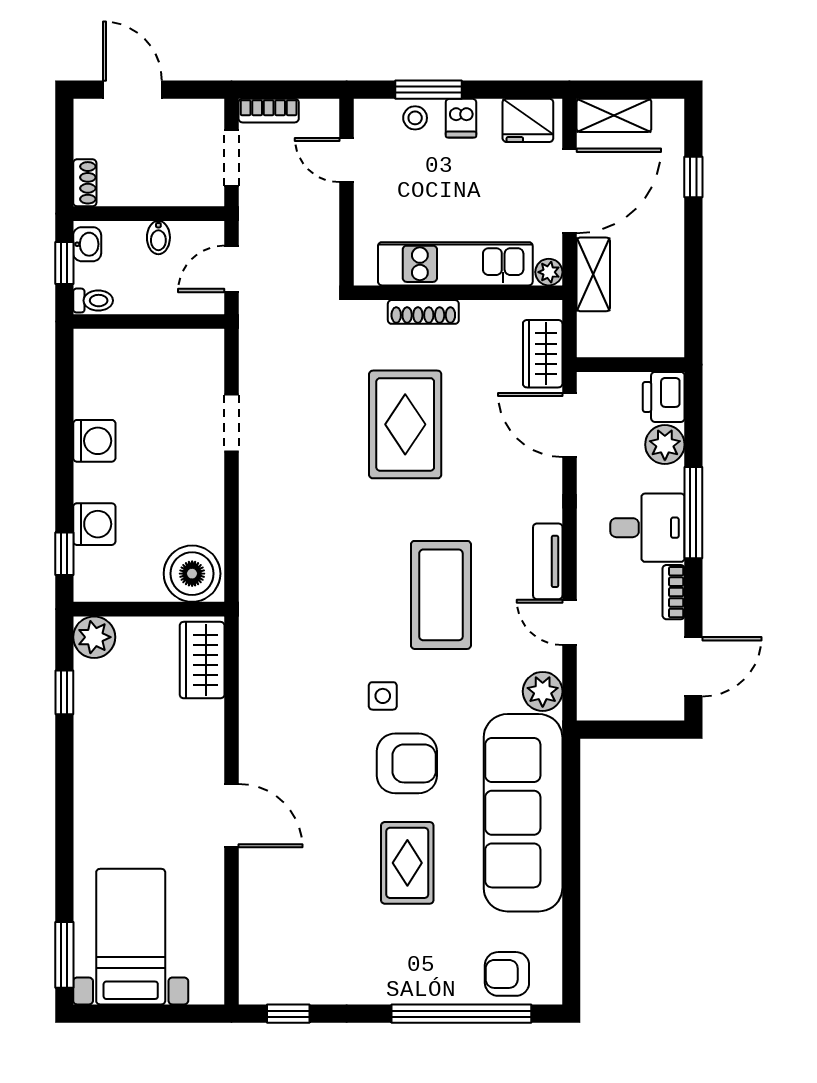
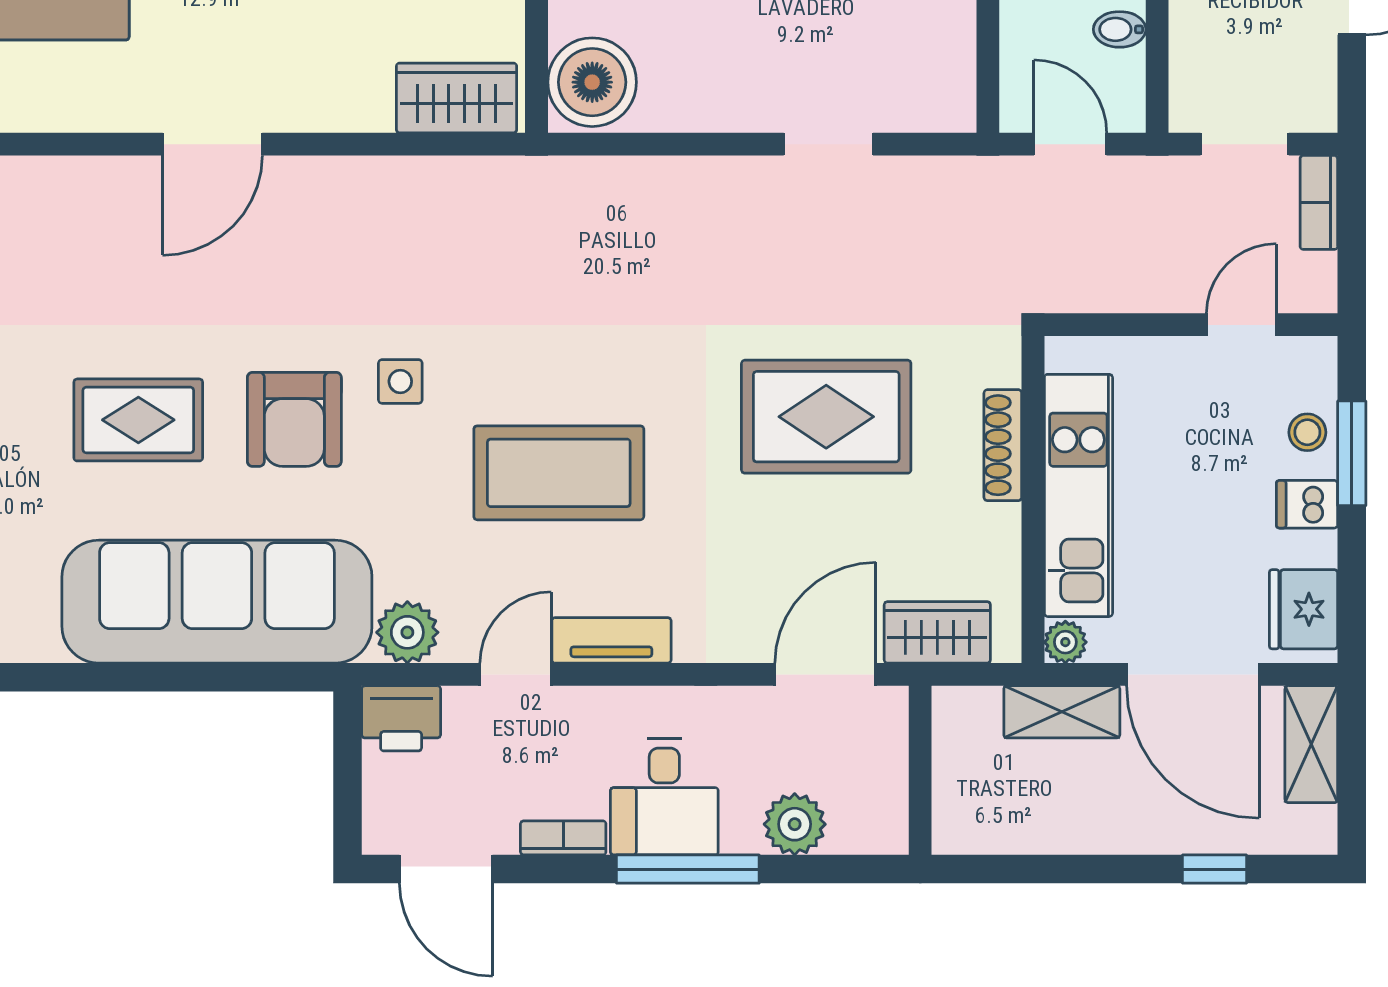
printer: (664, 397) -> (401, 718), moved, turned 180

